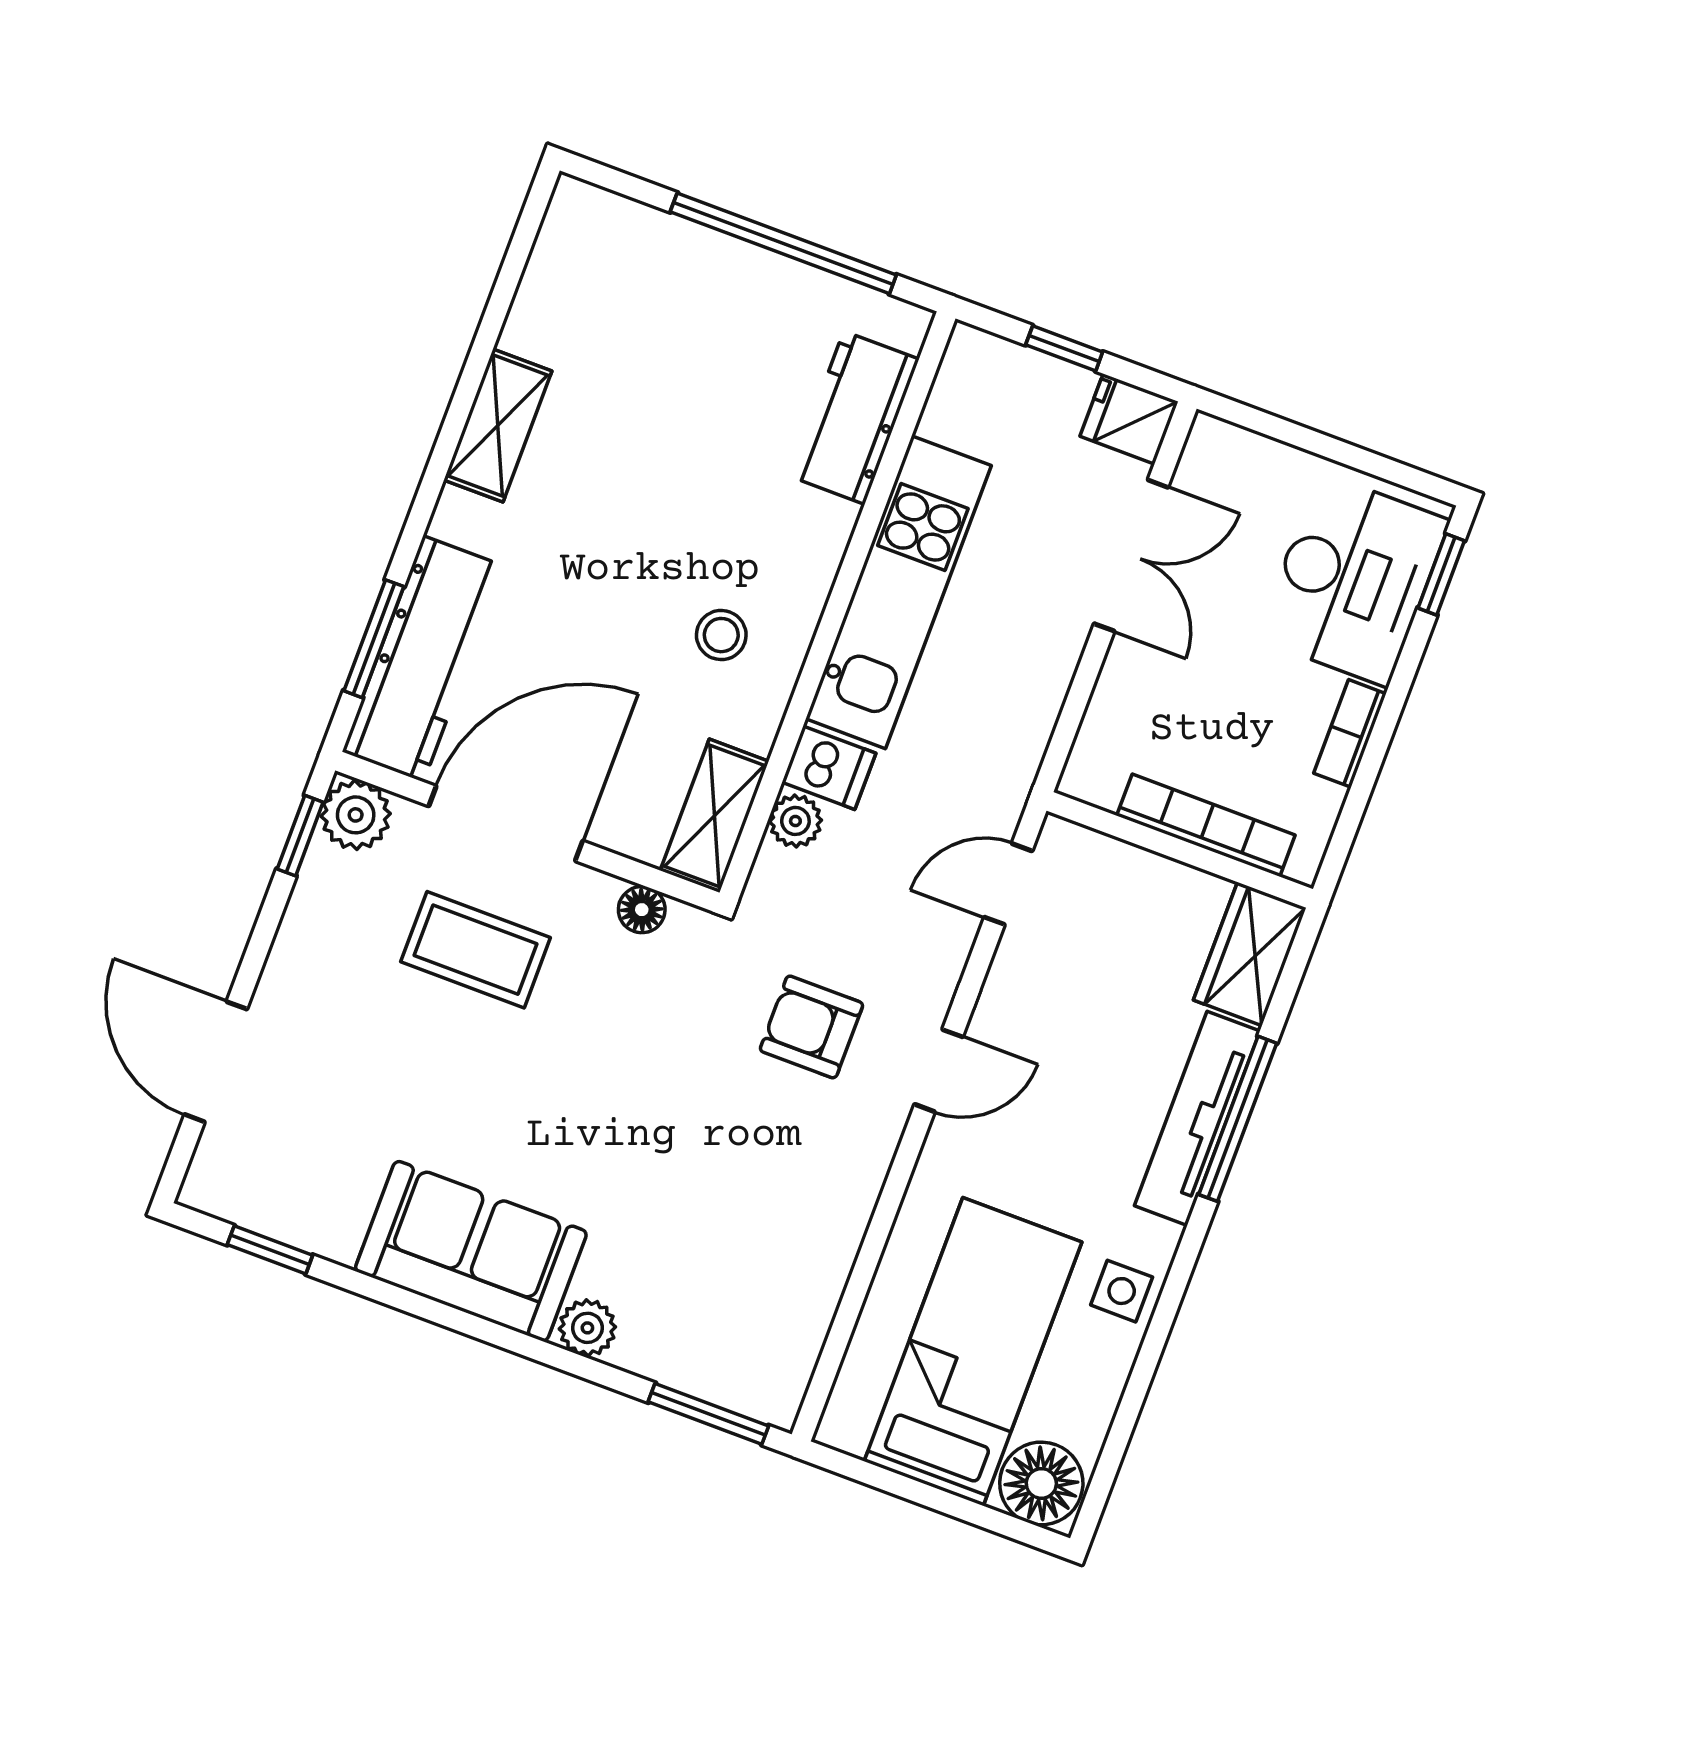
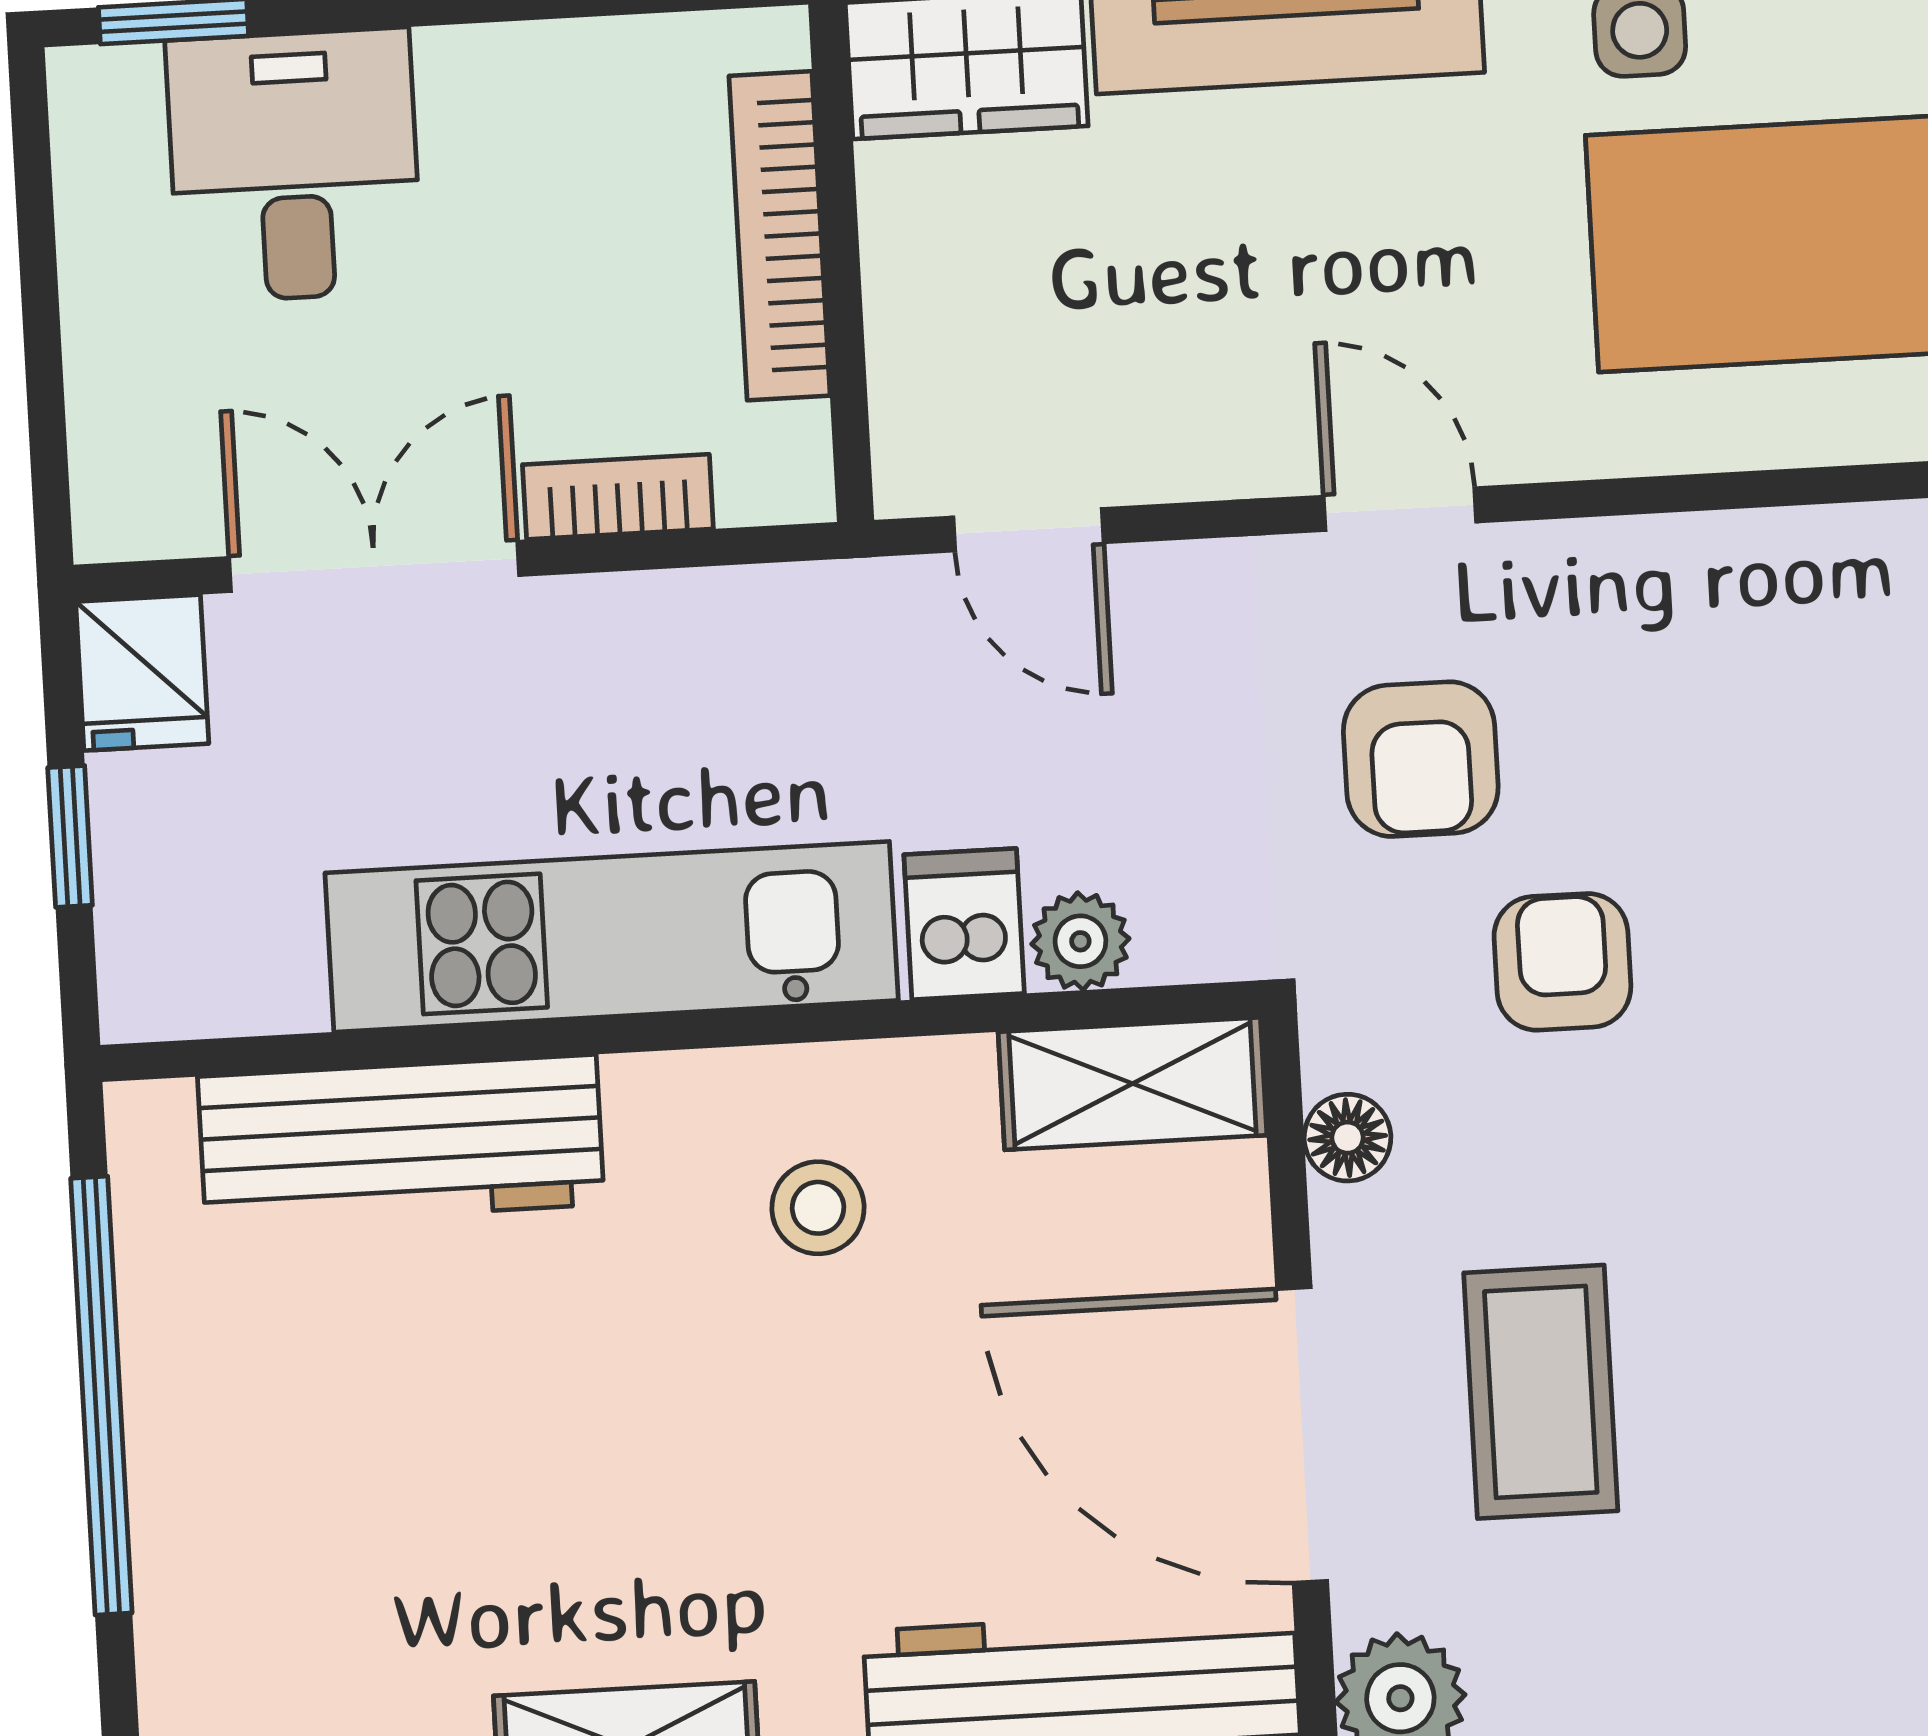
workbench: (854, 418) -> (401, 1141), width x1.37
desk: (1353, 580) -> (294, 166), width x0.73
bookcase: (1350, 733) -> (618, 497), moved, turned 180
armchair: (682, 1053) -> (1562, 962), added

